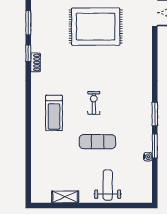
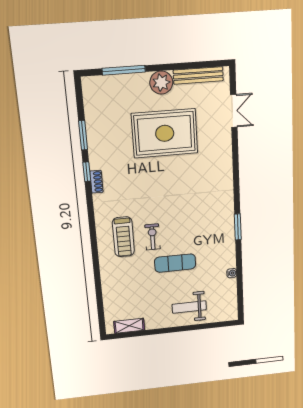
exercise bike: (94, 103) -> (152, 237), moved
window: (155, 146) -> (239, 261), removed
weight bench: (108, 185) -> (189, 307), turned -90
shelving: (65, 197) -> (129, 326), moved

